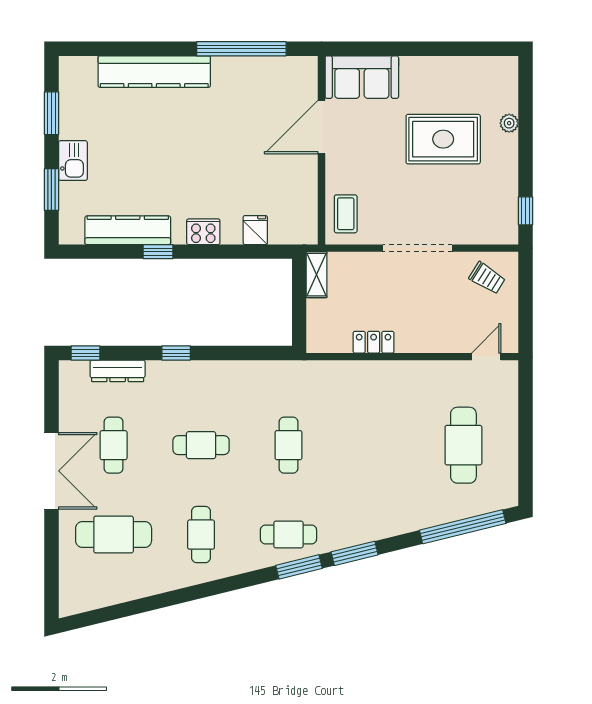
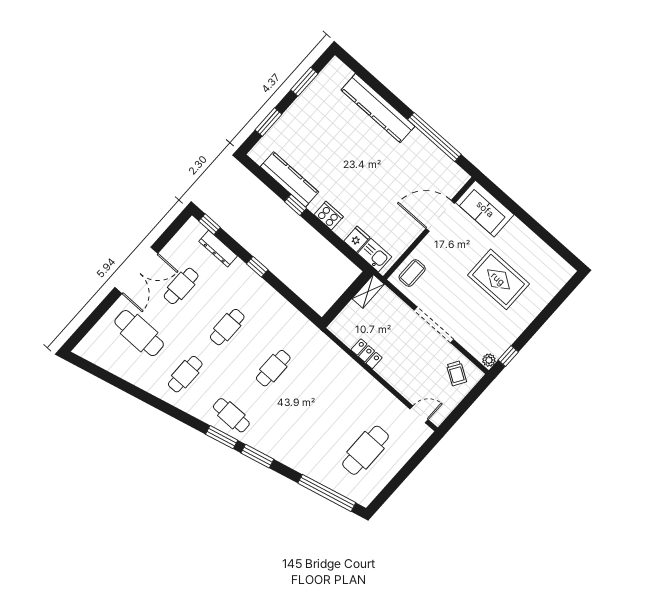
plant: (509, 123) -> (489, 360), moved
kitchen sink: (73, 161) -> (375, 255), moved, turned -90
cafe table: (201, 445) -> (227, 327), turned 90

